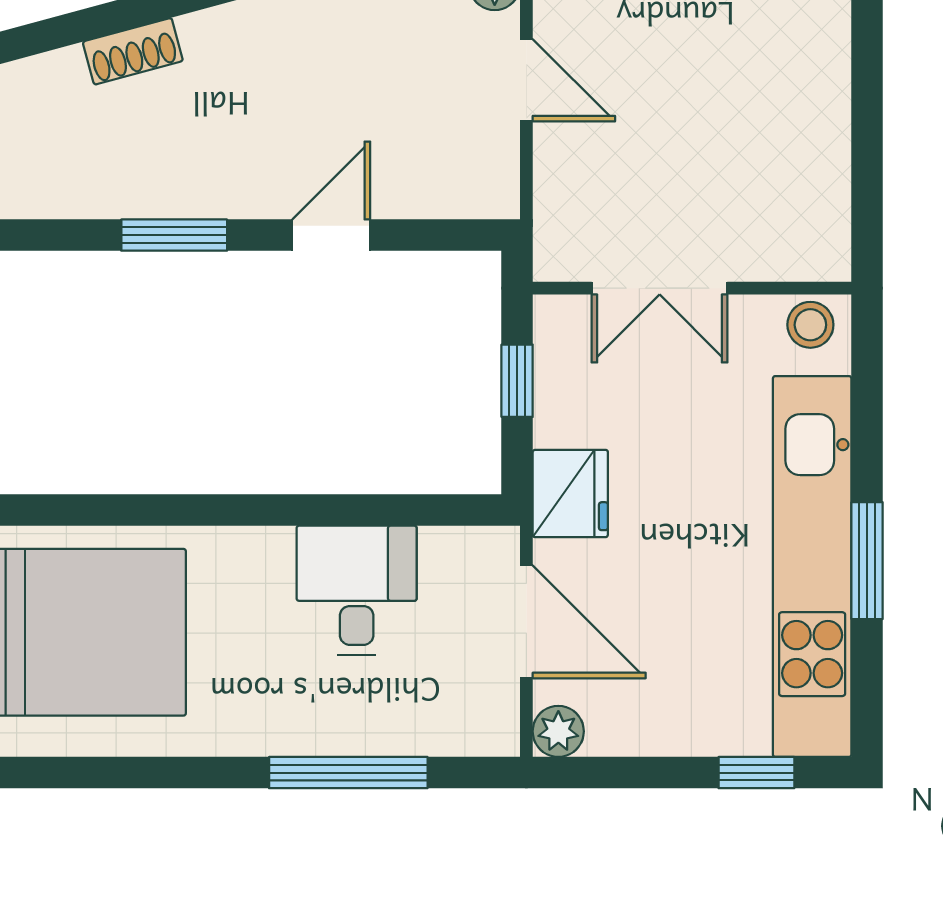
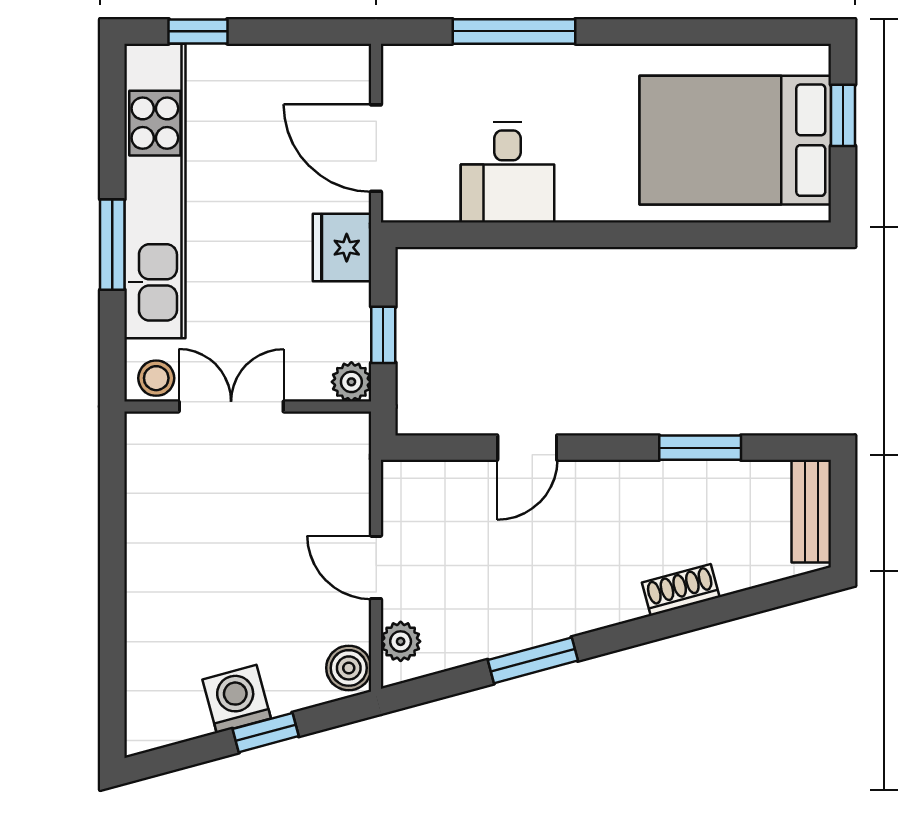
window: (174, 235) -> (700, 448), moved
double door: (660, 288) -> (231, 406), moved
window: (867, 561) -> (112, 245), moved
plant: (558, 731) -> (351, 382), moved

